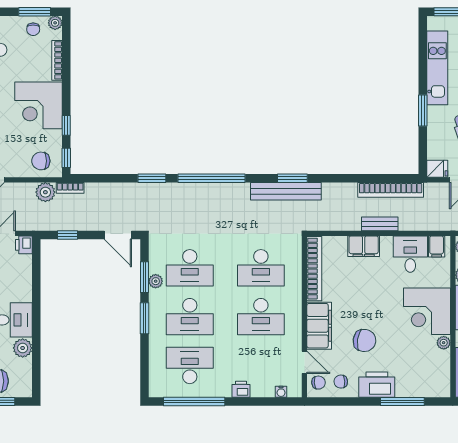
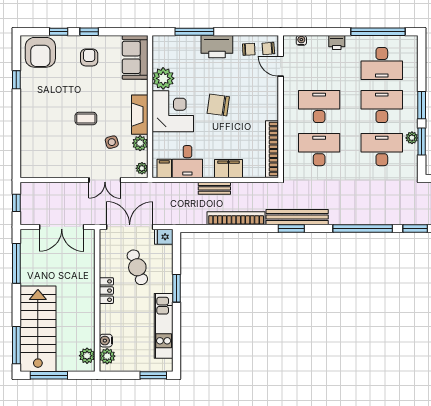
bookcase: (391, 190) -> (236, 218), moved
filing cabinet: (319, 326) -> (268, 99), removed
chair: (364, 340) -> (218, 105), moved
plant: (444, 343) -> (163, 78), width x1.88, depth x1.88

